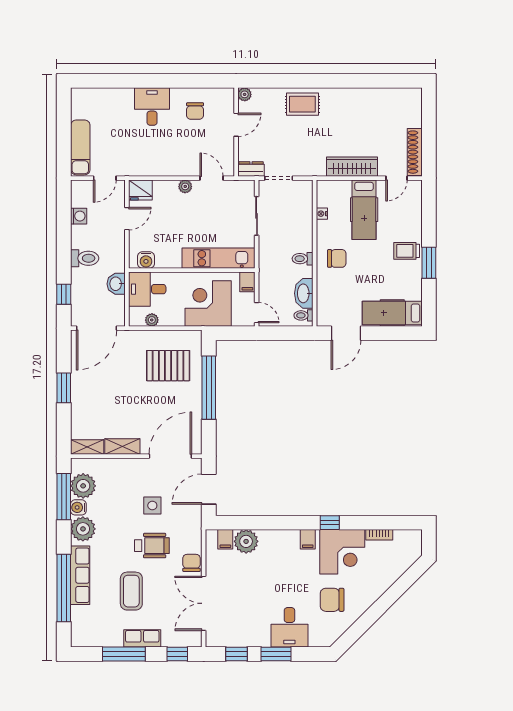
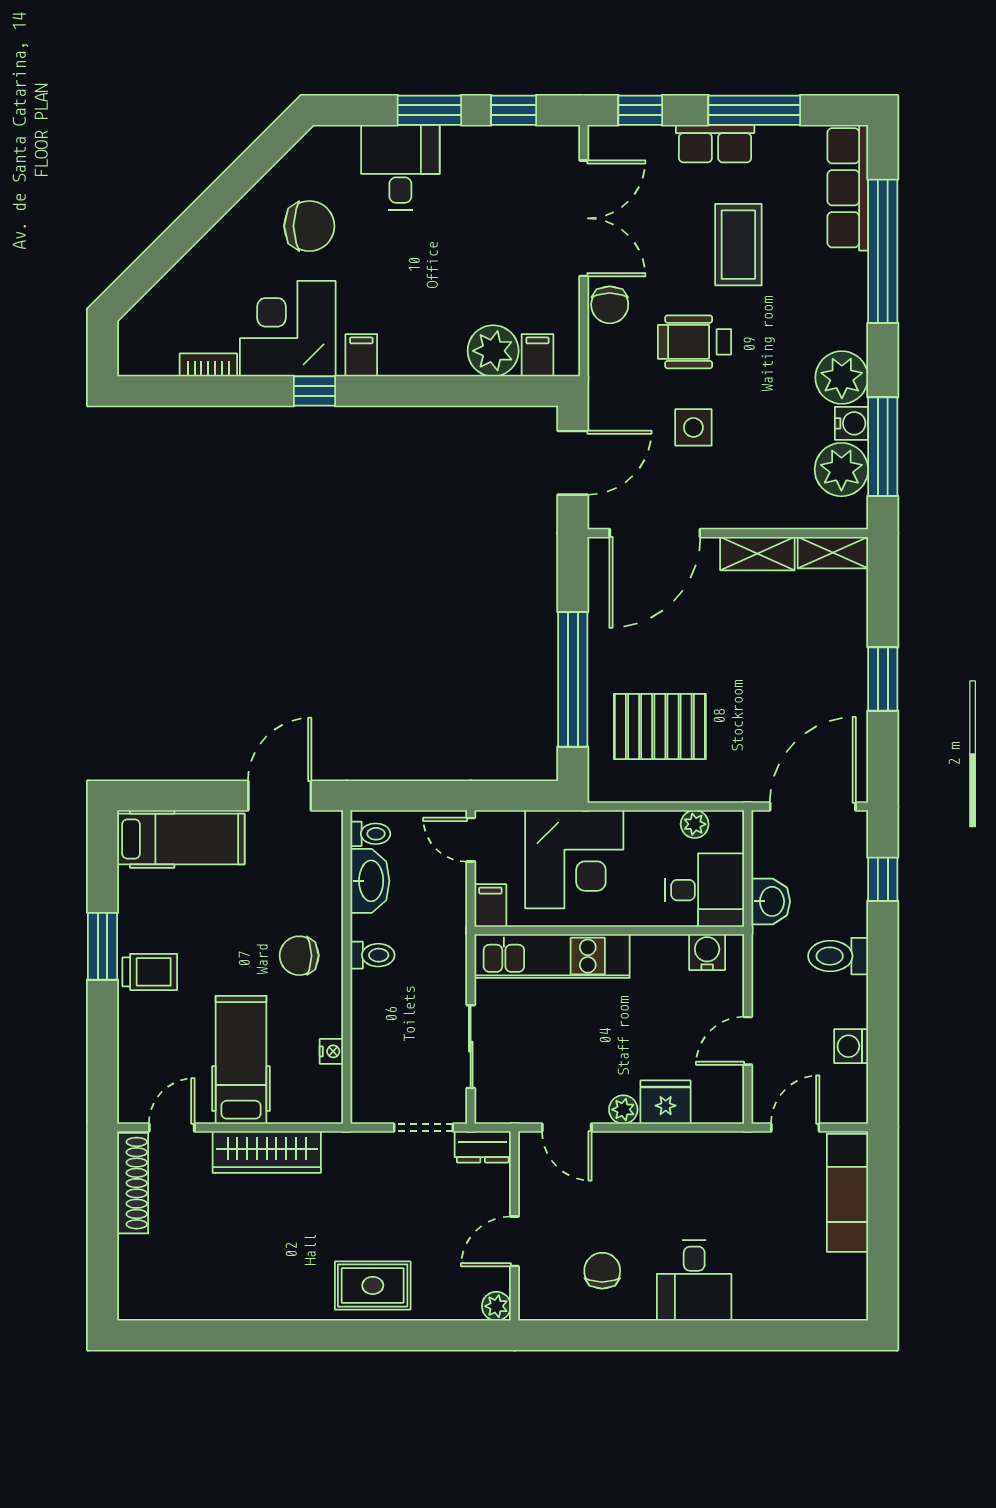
fridge: (140, 190) -> (666, 1102), moved
row of seats: (80, 575) -> (848, 188), moved

